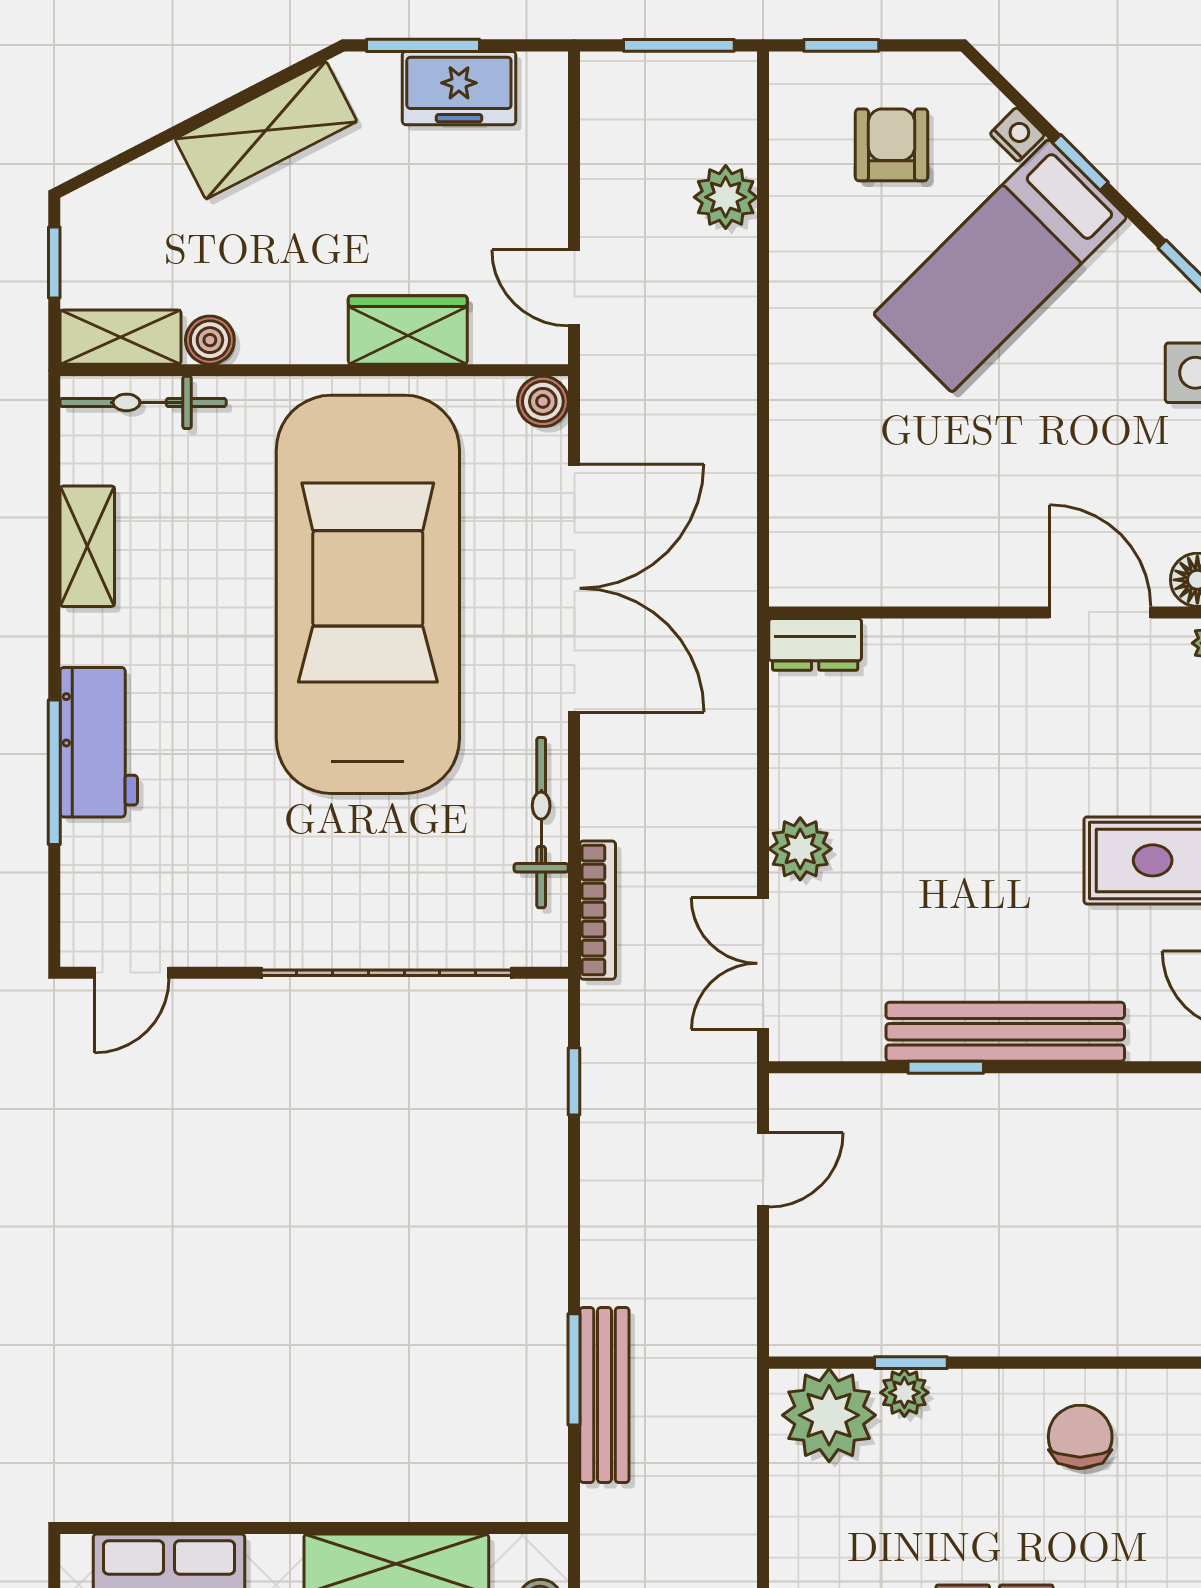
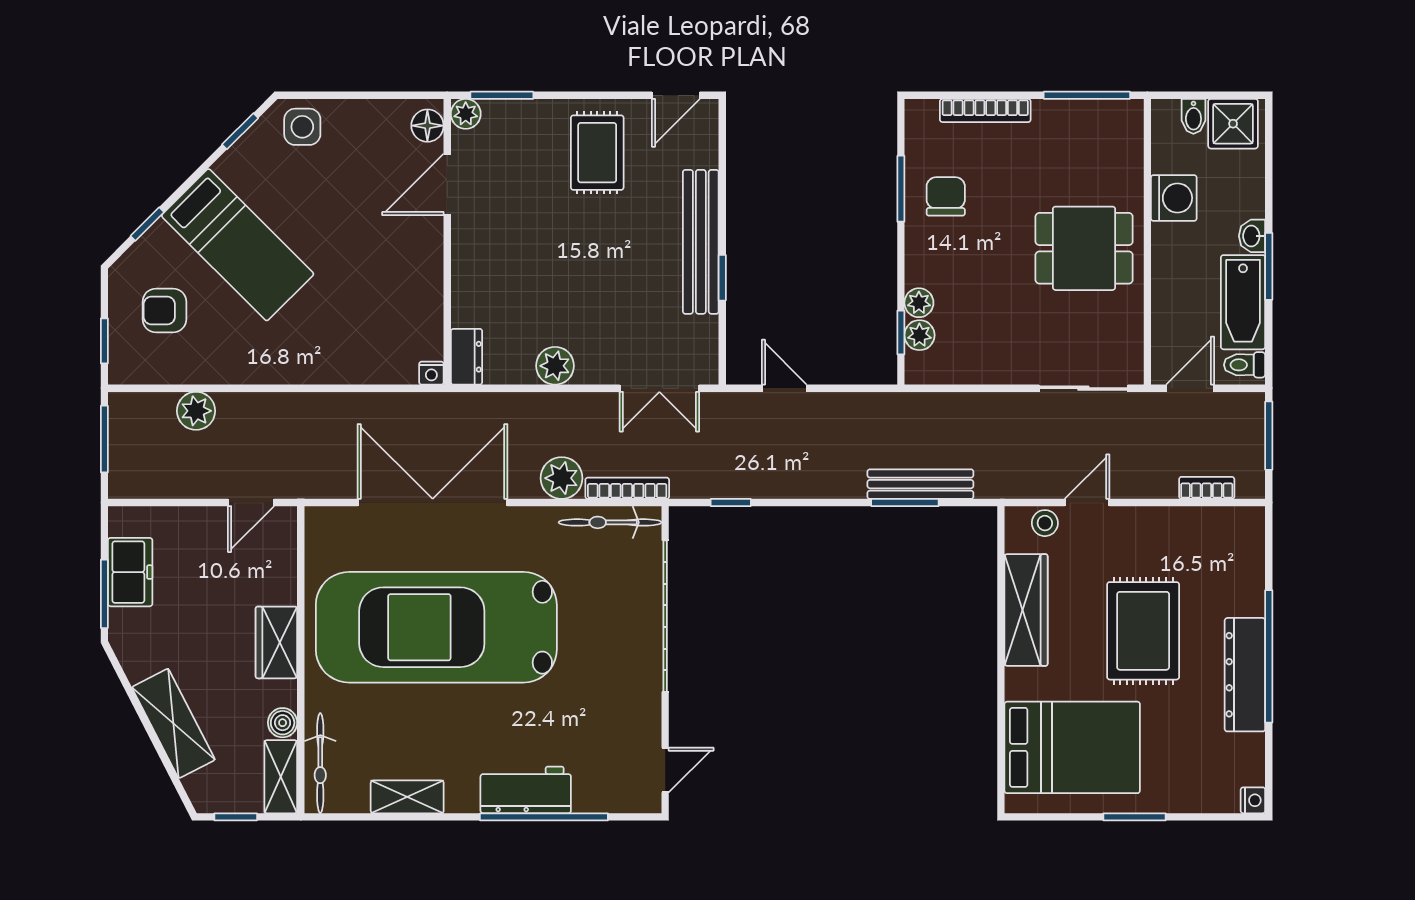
shelving: (266, 130) -> (173, 723), moved
nightstand: (1017, 135) -> (431, 373), moved, turned -135
window: (1080, 162) -> (147, 224), moved
wardrobe: (408, 330) -> (276, 642), moved
boiler: (543, 401) -> (320, 521), removed
window: (54, 772) -> (544, 817), width x1.46
plant: (615, 802) -> (562, 478), added
bicycle: (541, 823) -> (610, 522), moved
plant: (800, 849) -> (555, 366), moved
door: (132, 973) -> (665, 770), hinge flipped
window: (911, 1363) -> (901, 332), moved
window: (1093, 1363) -> (901, 189), added
plant: (829, 1415) -> (919, 335), width x0.53, depth x0.53
chair: (1080, 1437) -> (946, 196), turned 90

